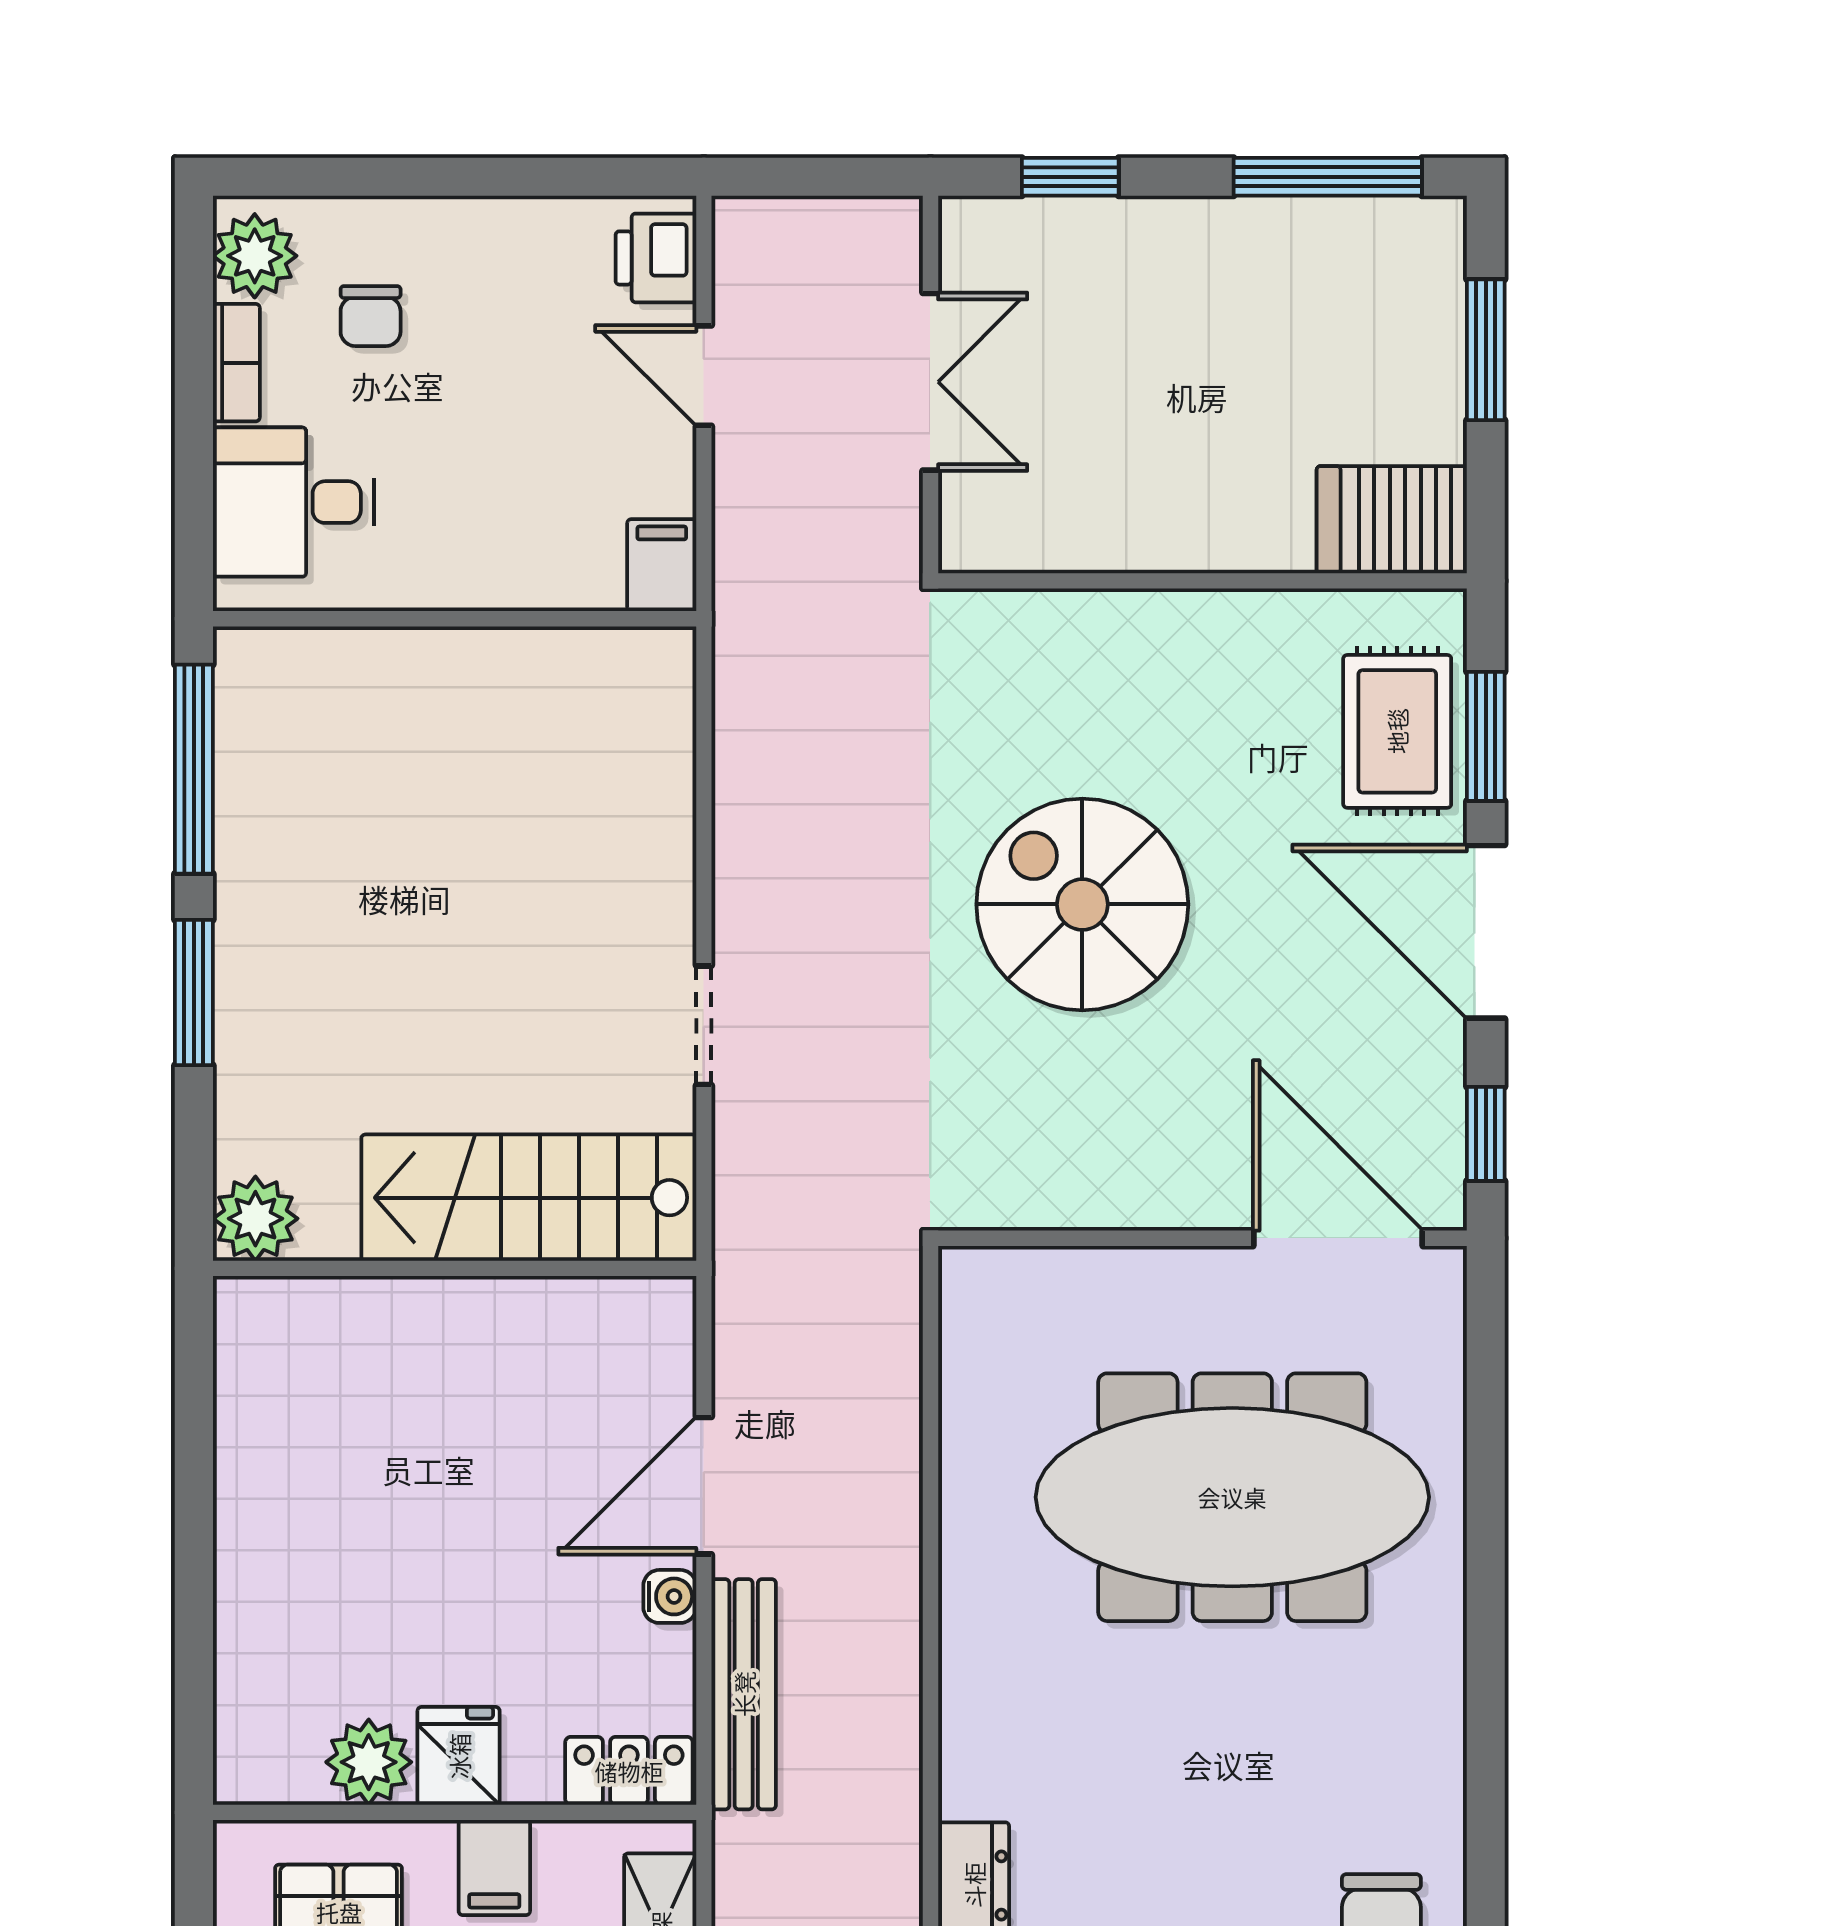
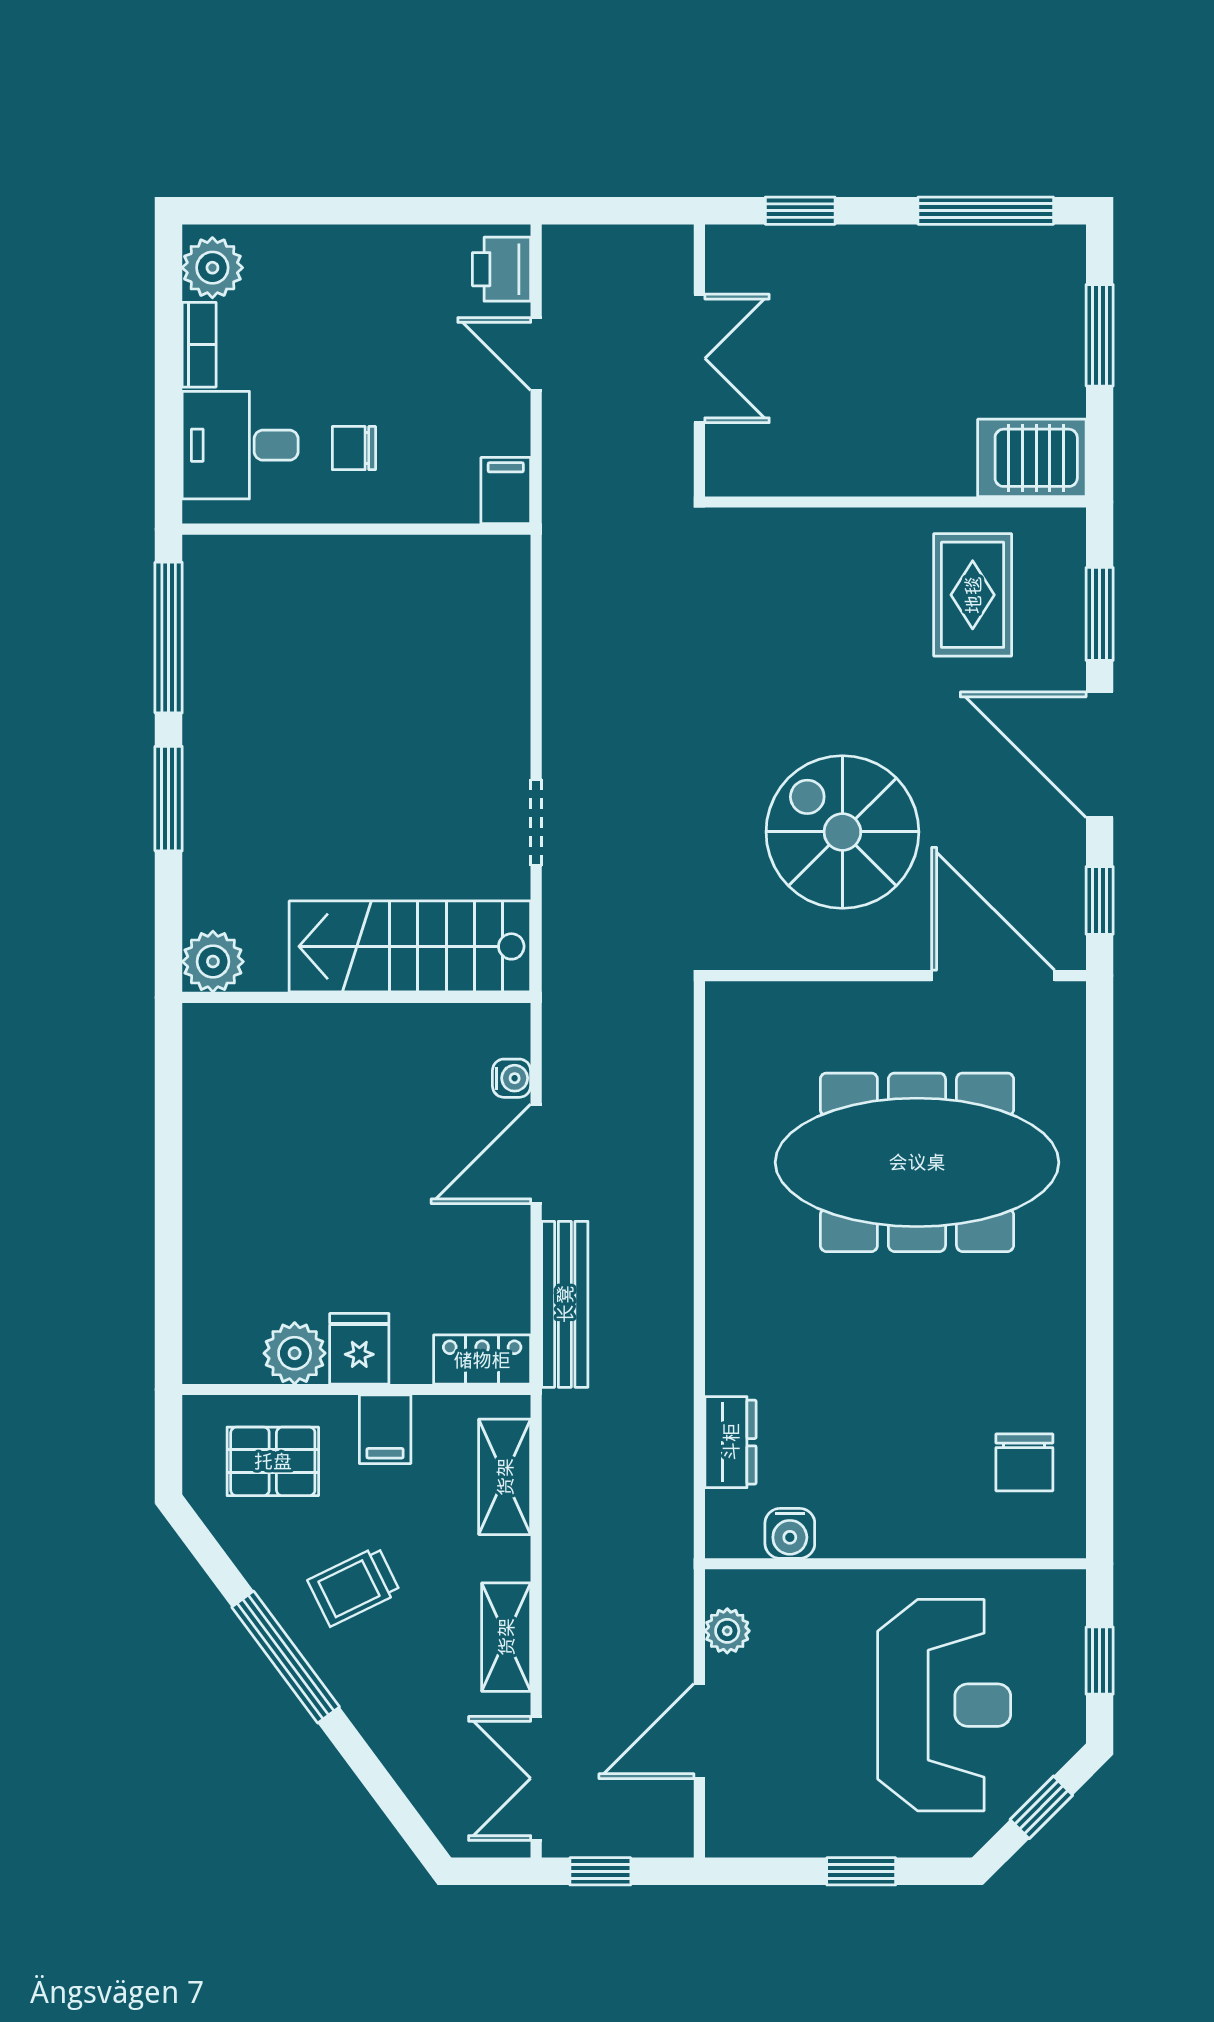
chair: (371, 316) -> (354, 448), moved, turned 90
rug: (1397, 731) -> (973, 595), moved
spiral stairs: (1082, 904) -> (842, 832), moved
water cooler: (670, 1596) -> (512, 1078), moved

